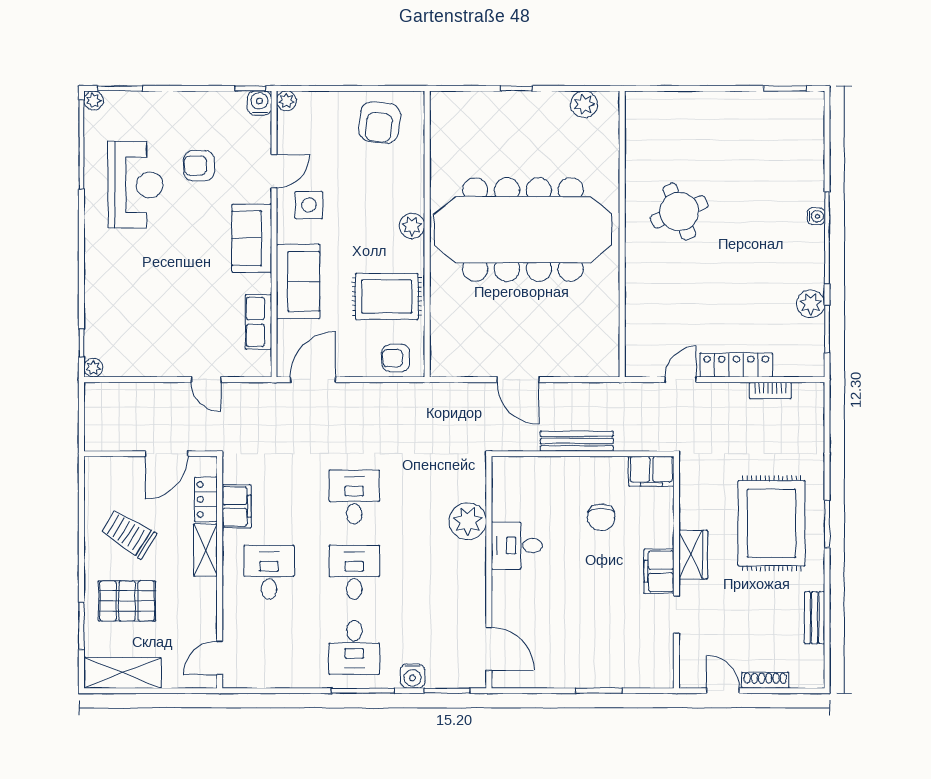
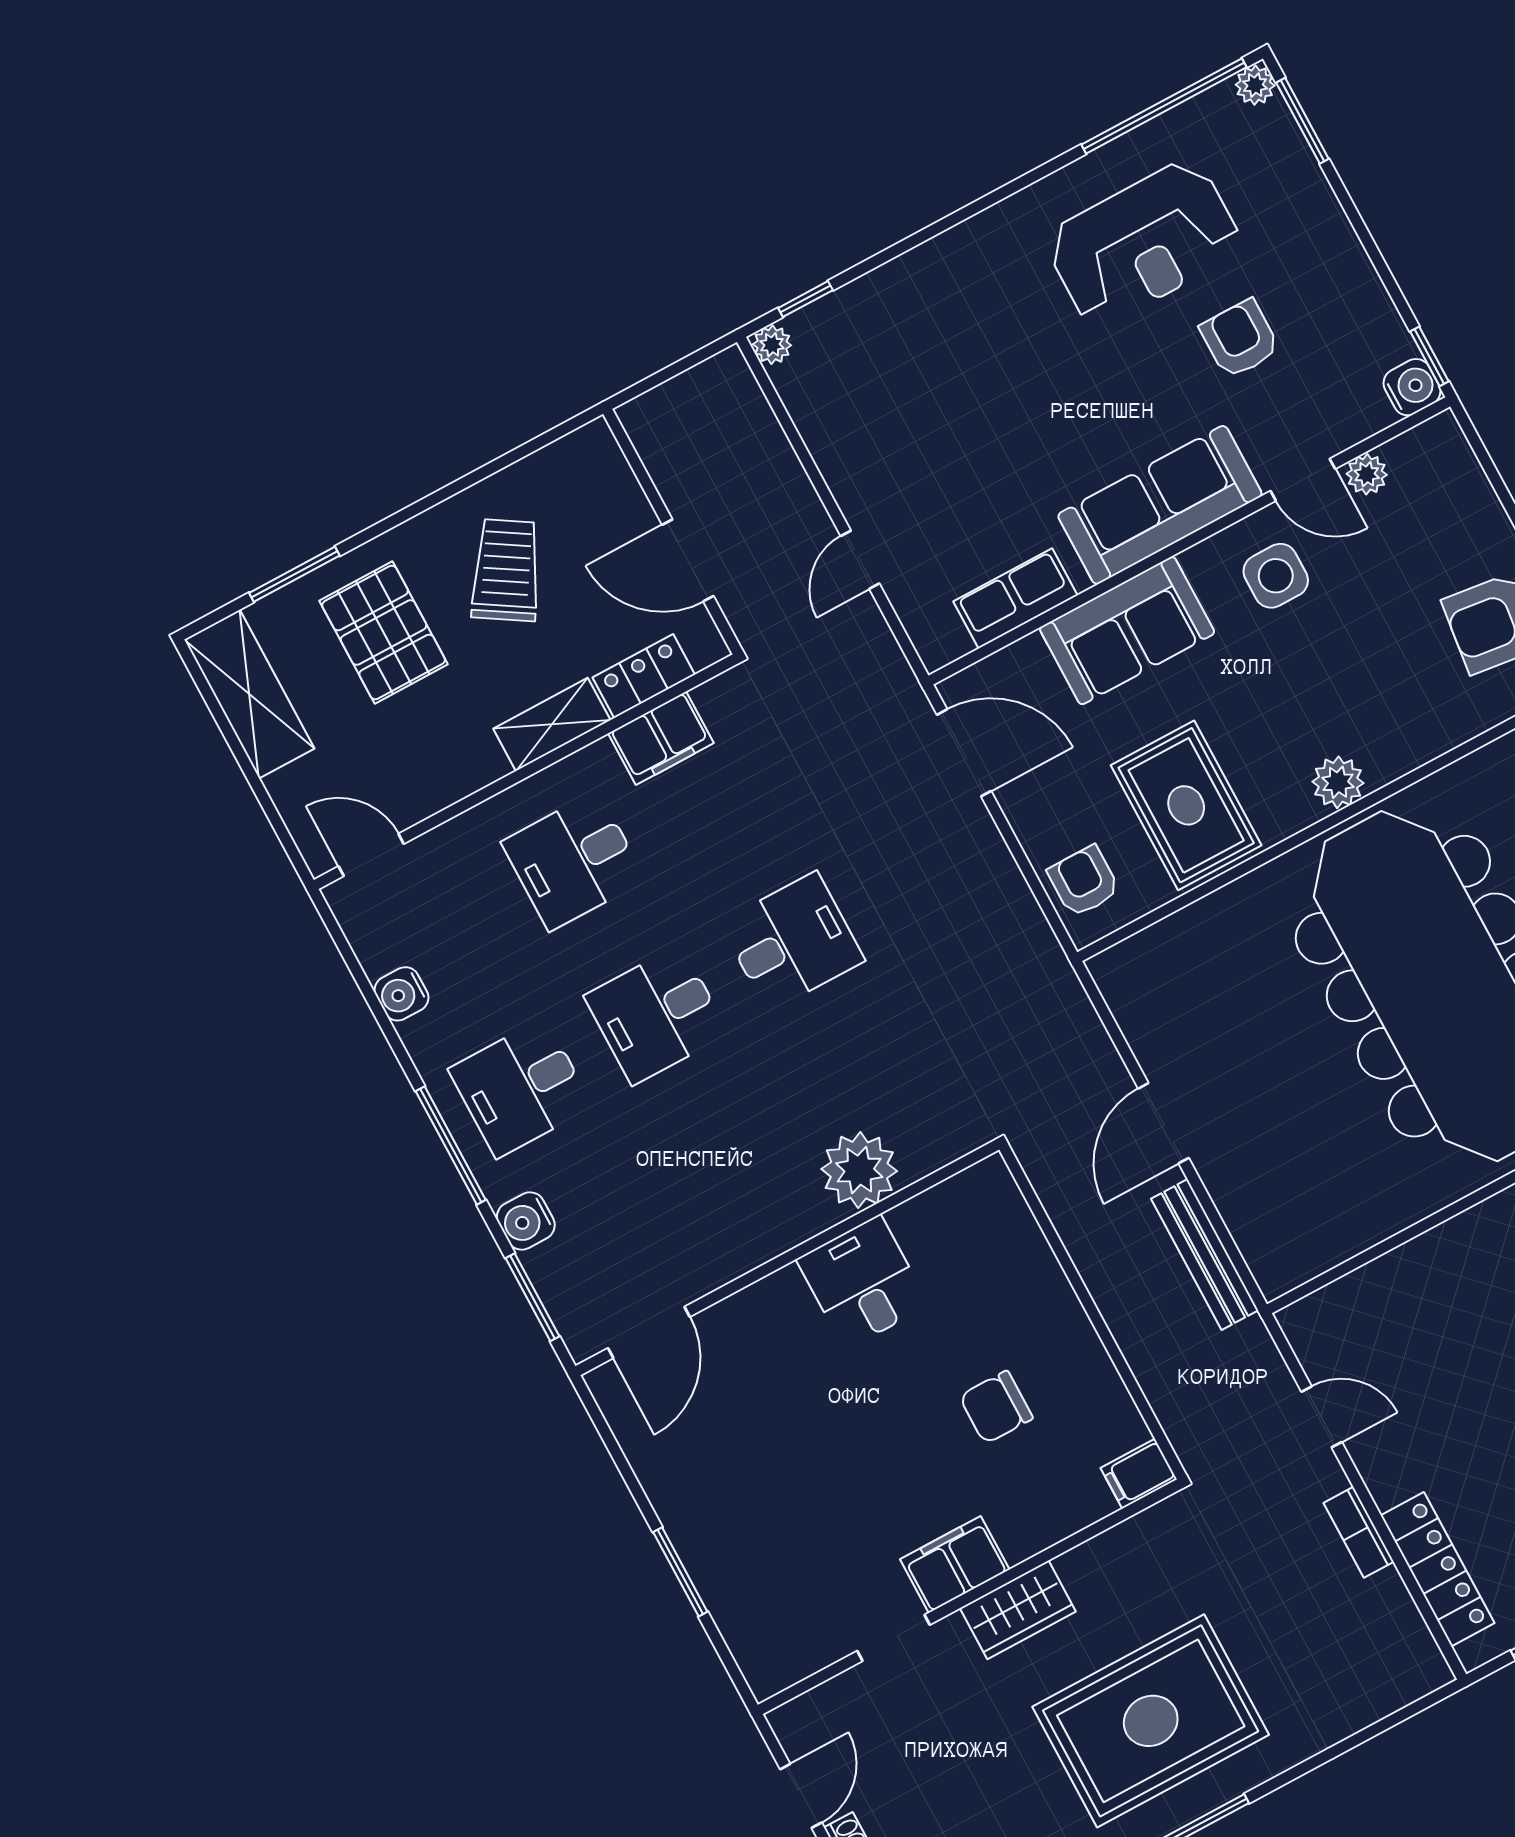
plant: (286, 101) -> (1367, 474), moved
sofa: (252, 238) -> (1160, 505), width x1.36
locker: (736, 365) -> (1437, 1569), moved
bookcase: (770, 390) -> (1359, 1532), moved
bench: (577, 441) -> (1205, 1254), moved
filing cabinet: (651, 471) -> (1139, 1474), width x0.50
desk: (269, 572) -> (574, 861), turned 180
desk: (354, 572) -> (656, 1015), turned 180
water cooler: (286, 677) -> (402, 994), added

